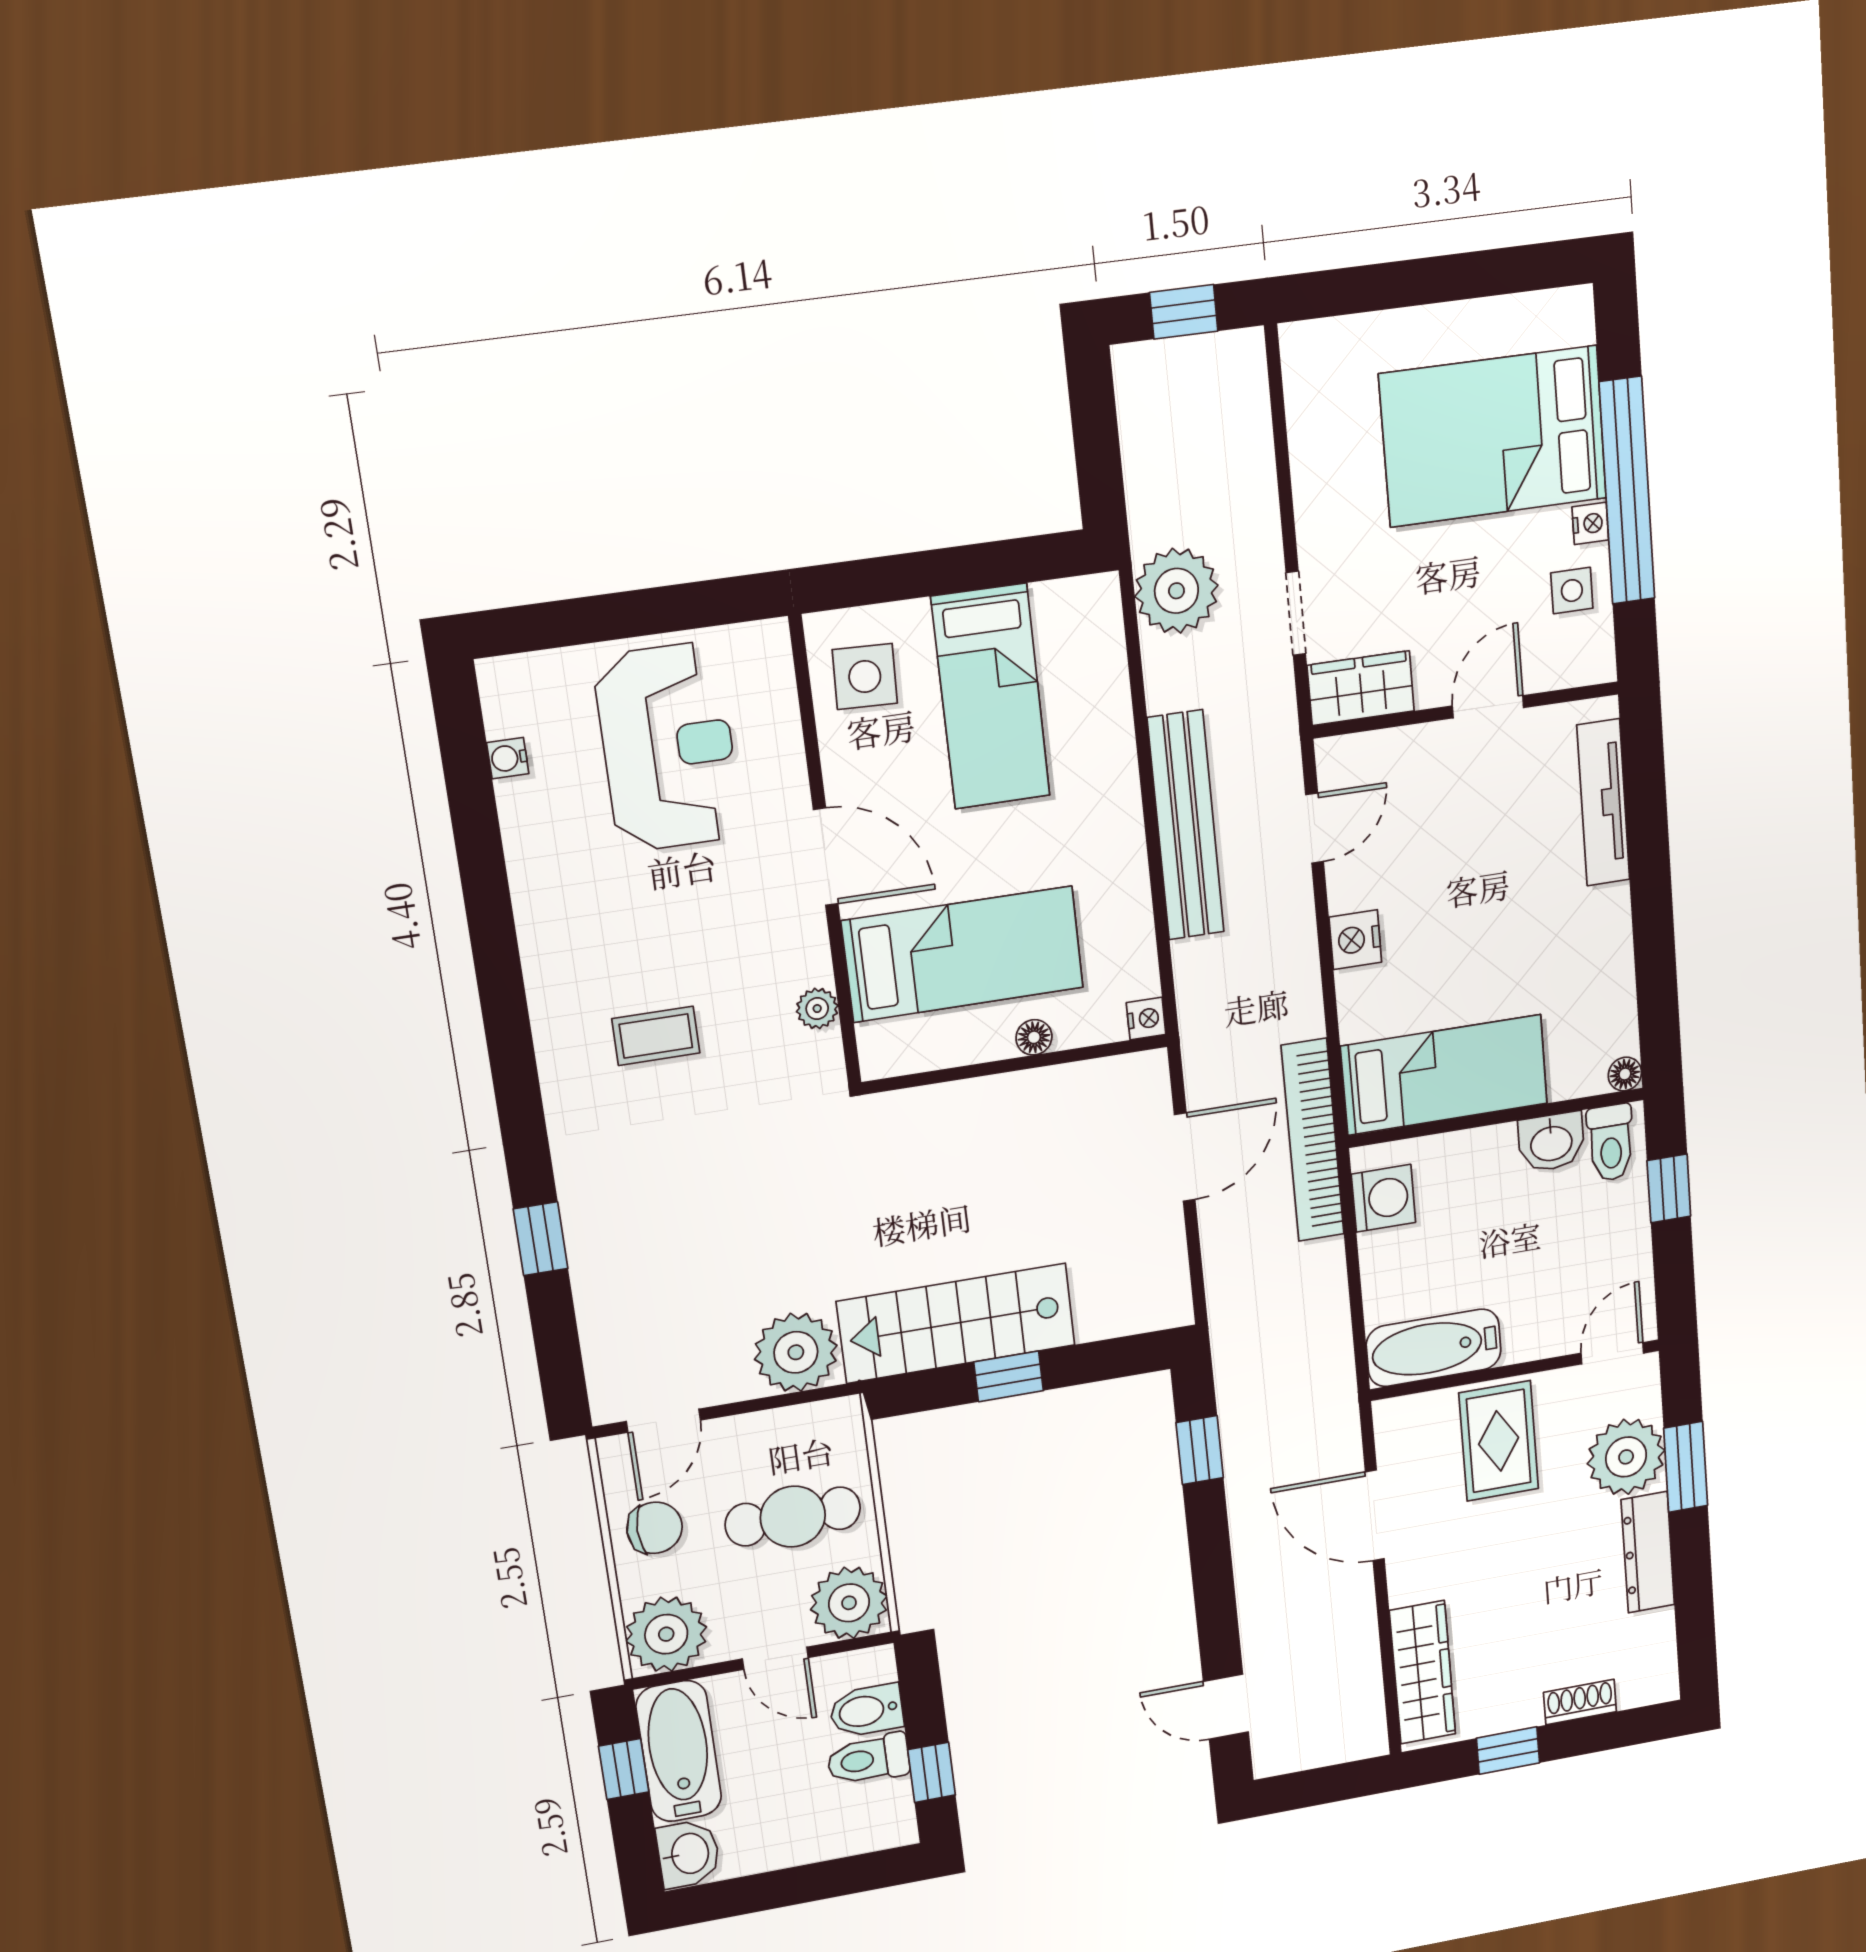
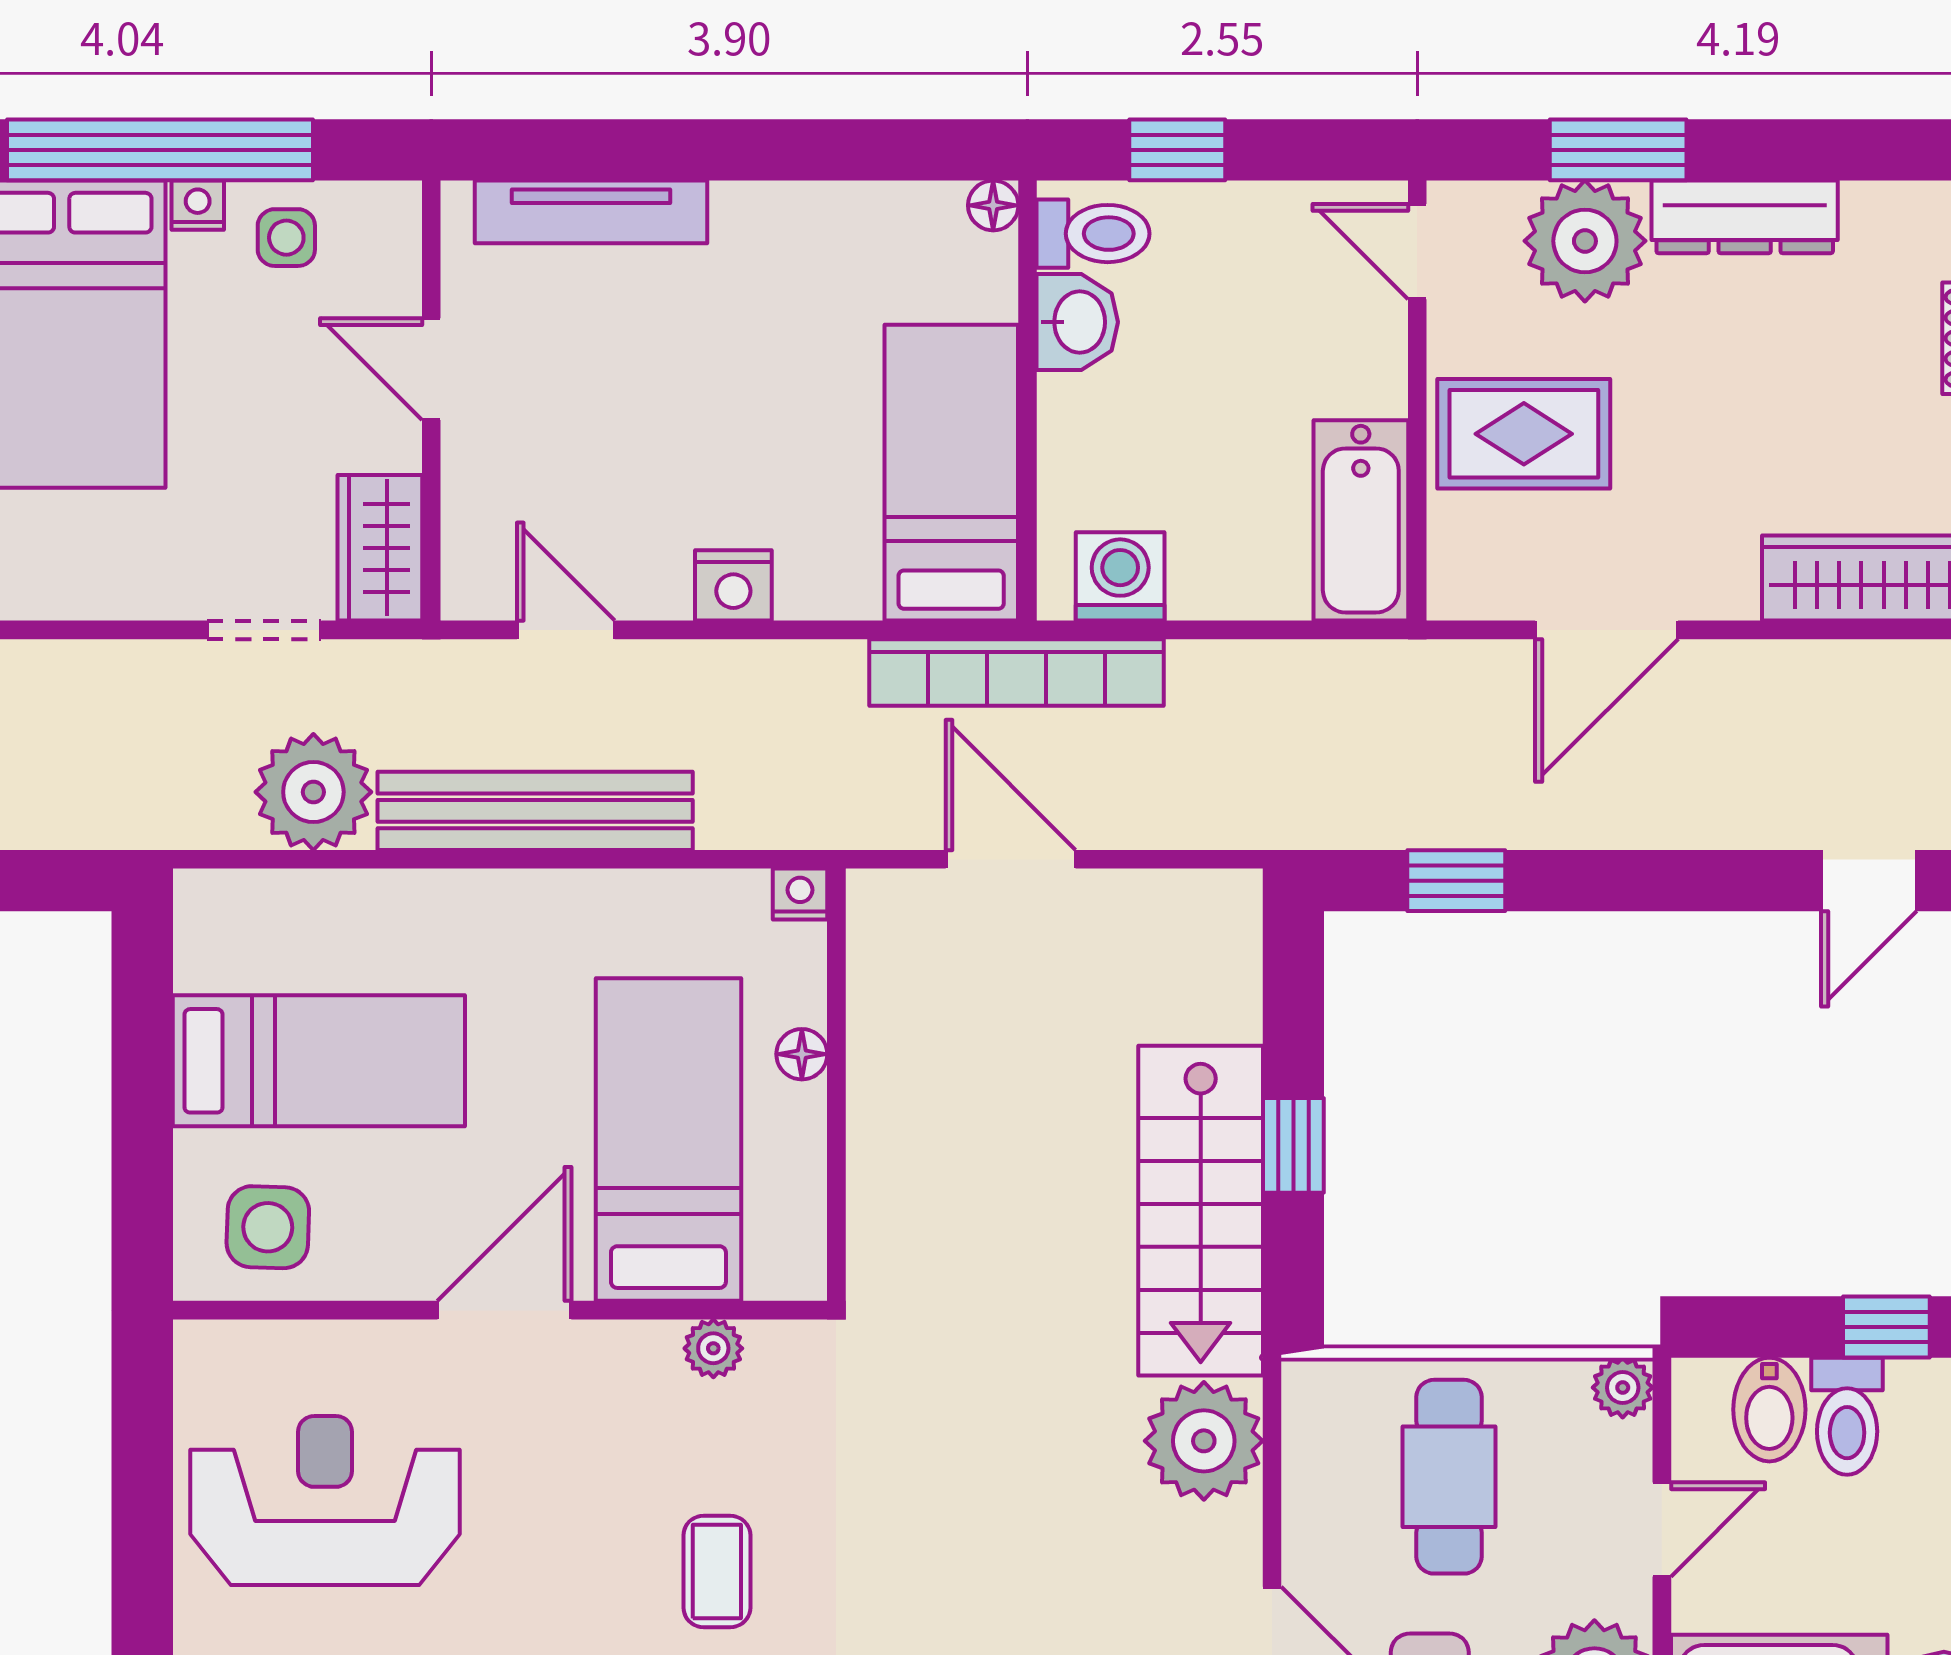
plant: (1176, 591) -> (313, 792), moved
plant: (849, 1603) -> (1623, 1388), width x0.53, depth x0.53

